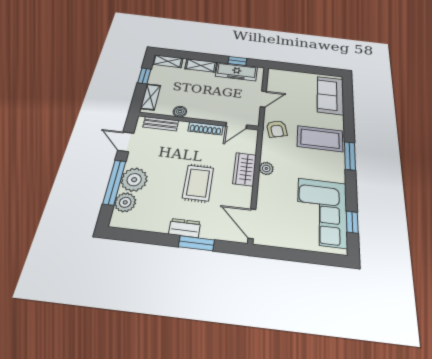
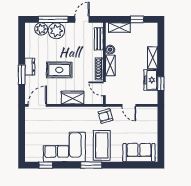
shelving: (168, 61) -> (110, 65), moved
freezer: (237, 71) -> (151, 80), width x0.71
plant: (266, 168) -> (75, 111), removed
corner sofa: (322, 212) -> (64, 147), moved

